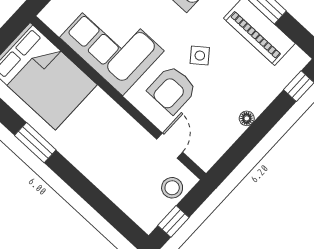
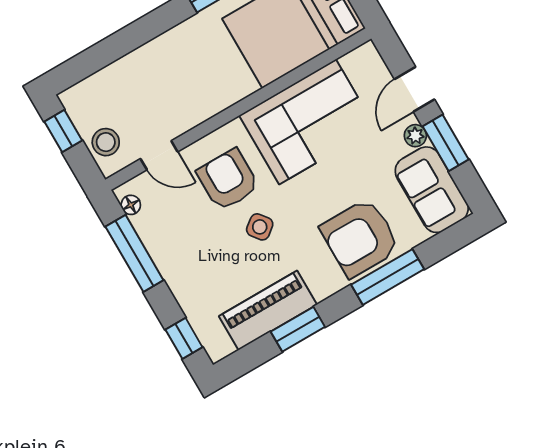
floor lamp: (247, 118) -> (131, 205), moved
window: (247, 142) -> (134, 253), added

